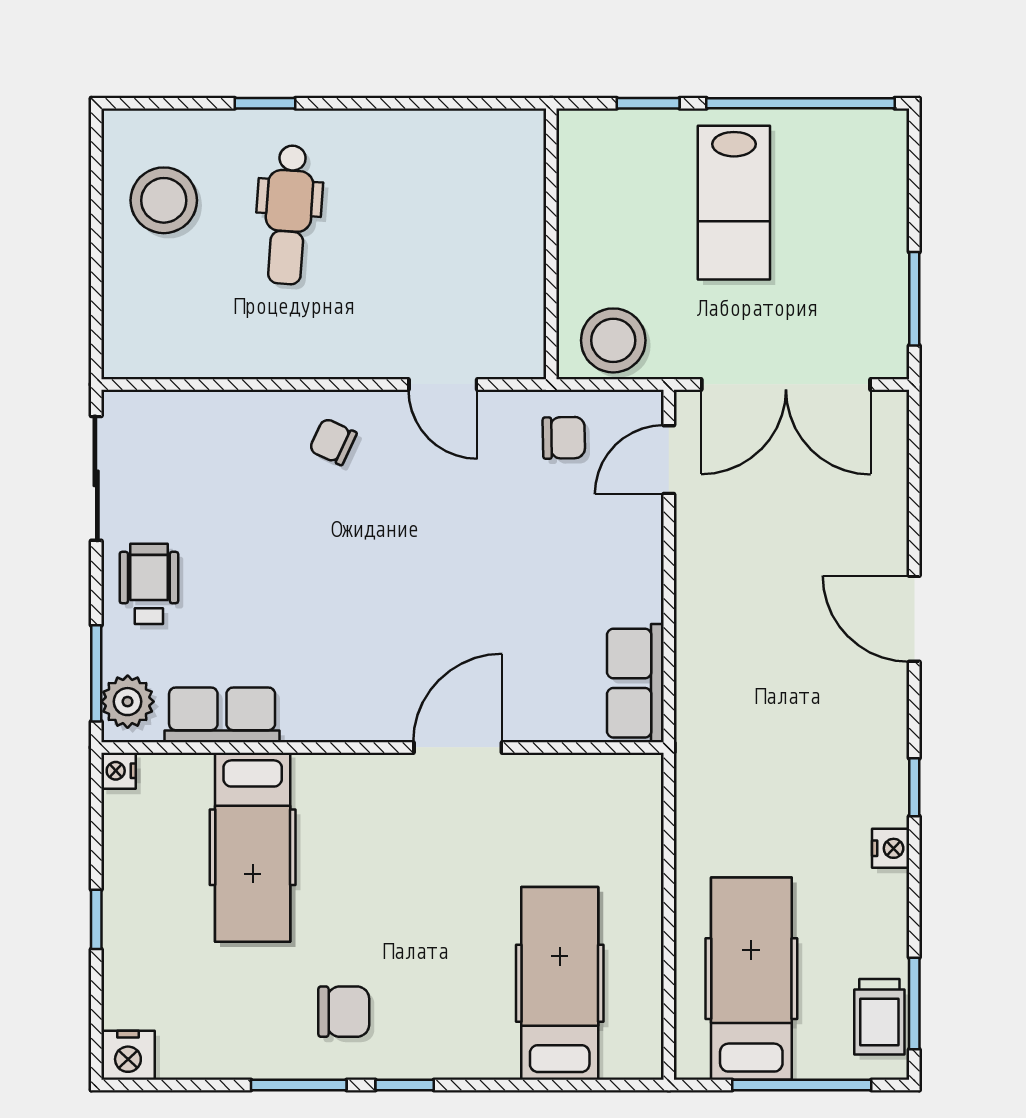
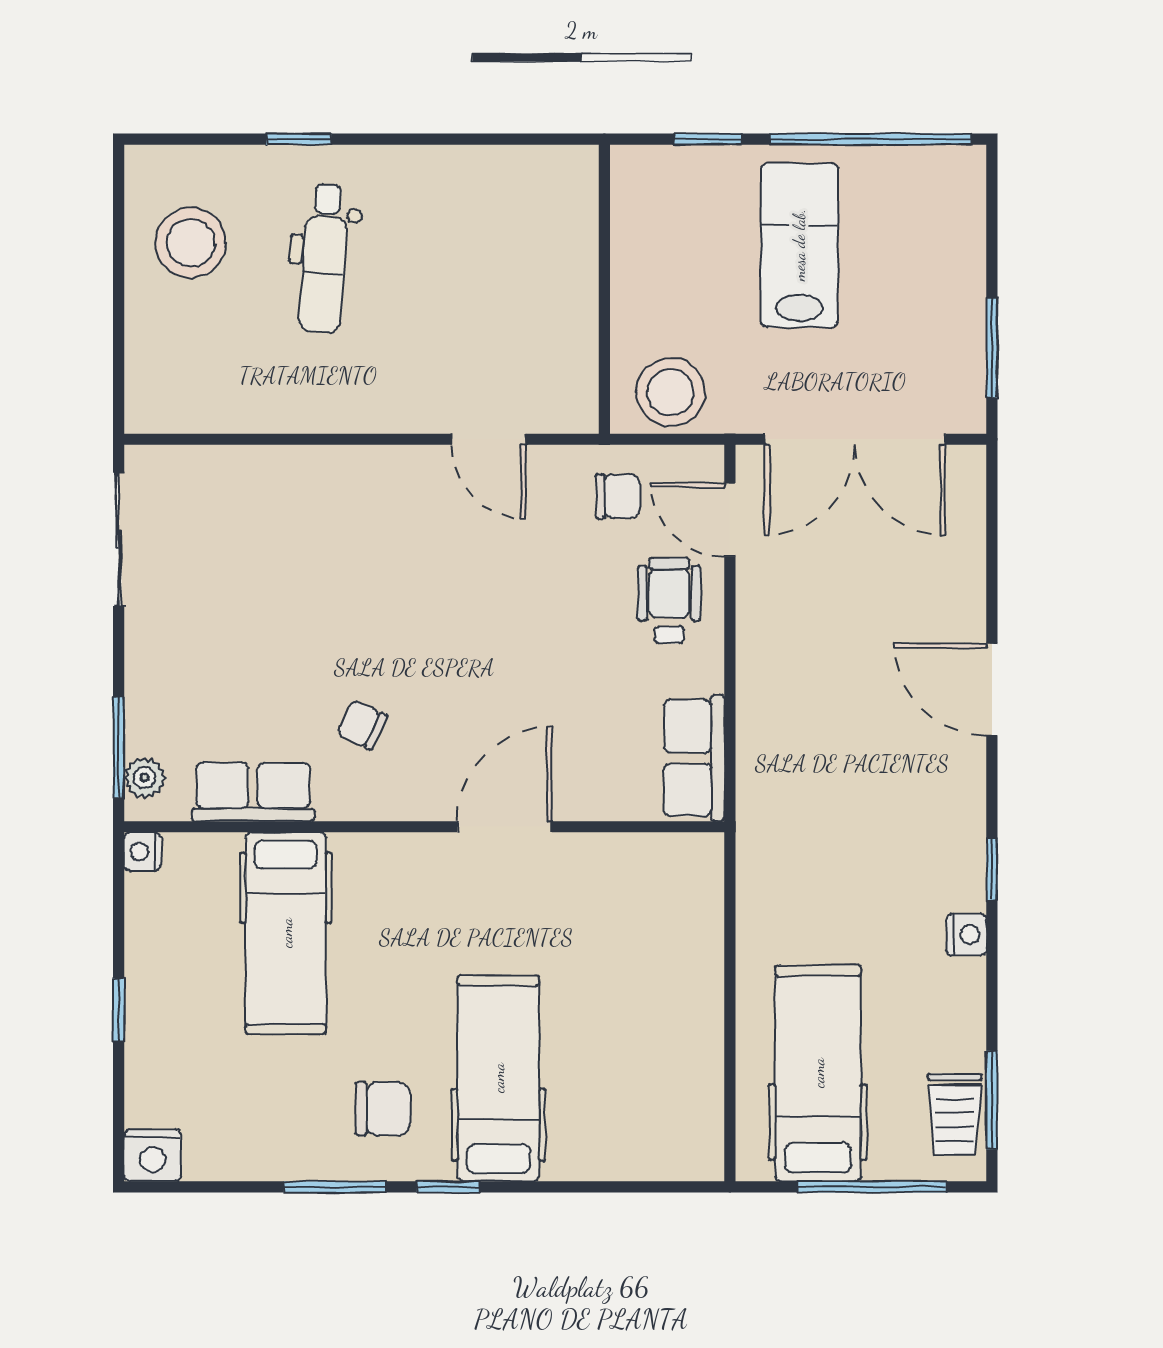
lab bench: (734, 203) -> (799, 245), turned 180
chair: (333, 442) -> (362, 725), moved
door: (669, 460) -> (730, 520), hinge flipped
wheelchair: (149, 584) -> (669, 600), moved
plant: (128, 702) -> (144, 778), width x0.73, depth x0.73
hospital bed: (560, 983) -> (498, 1078), moved

